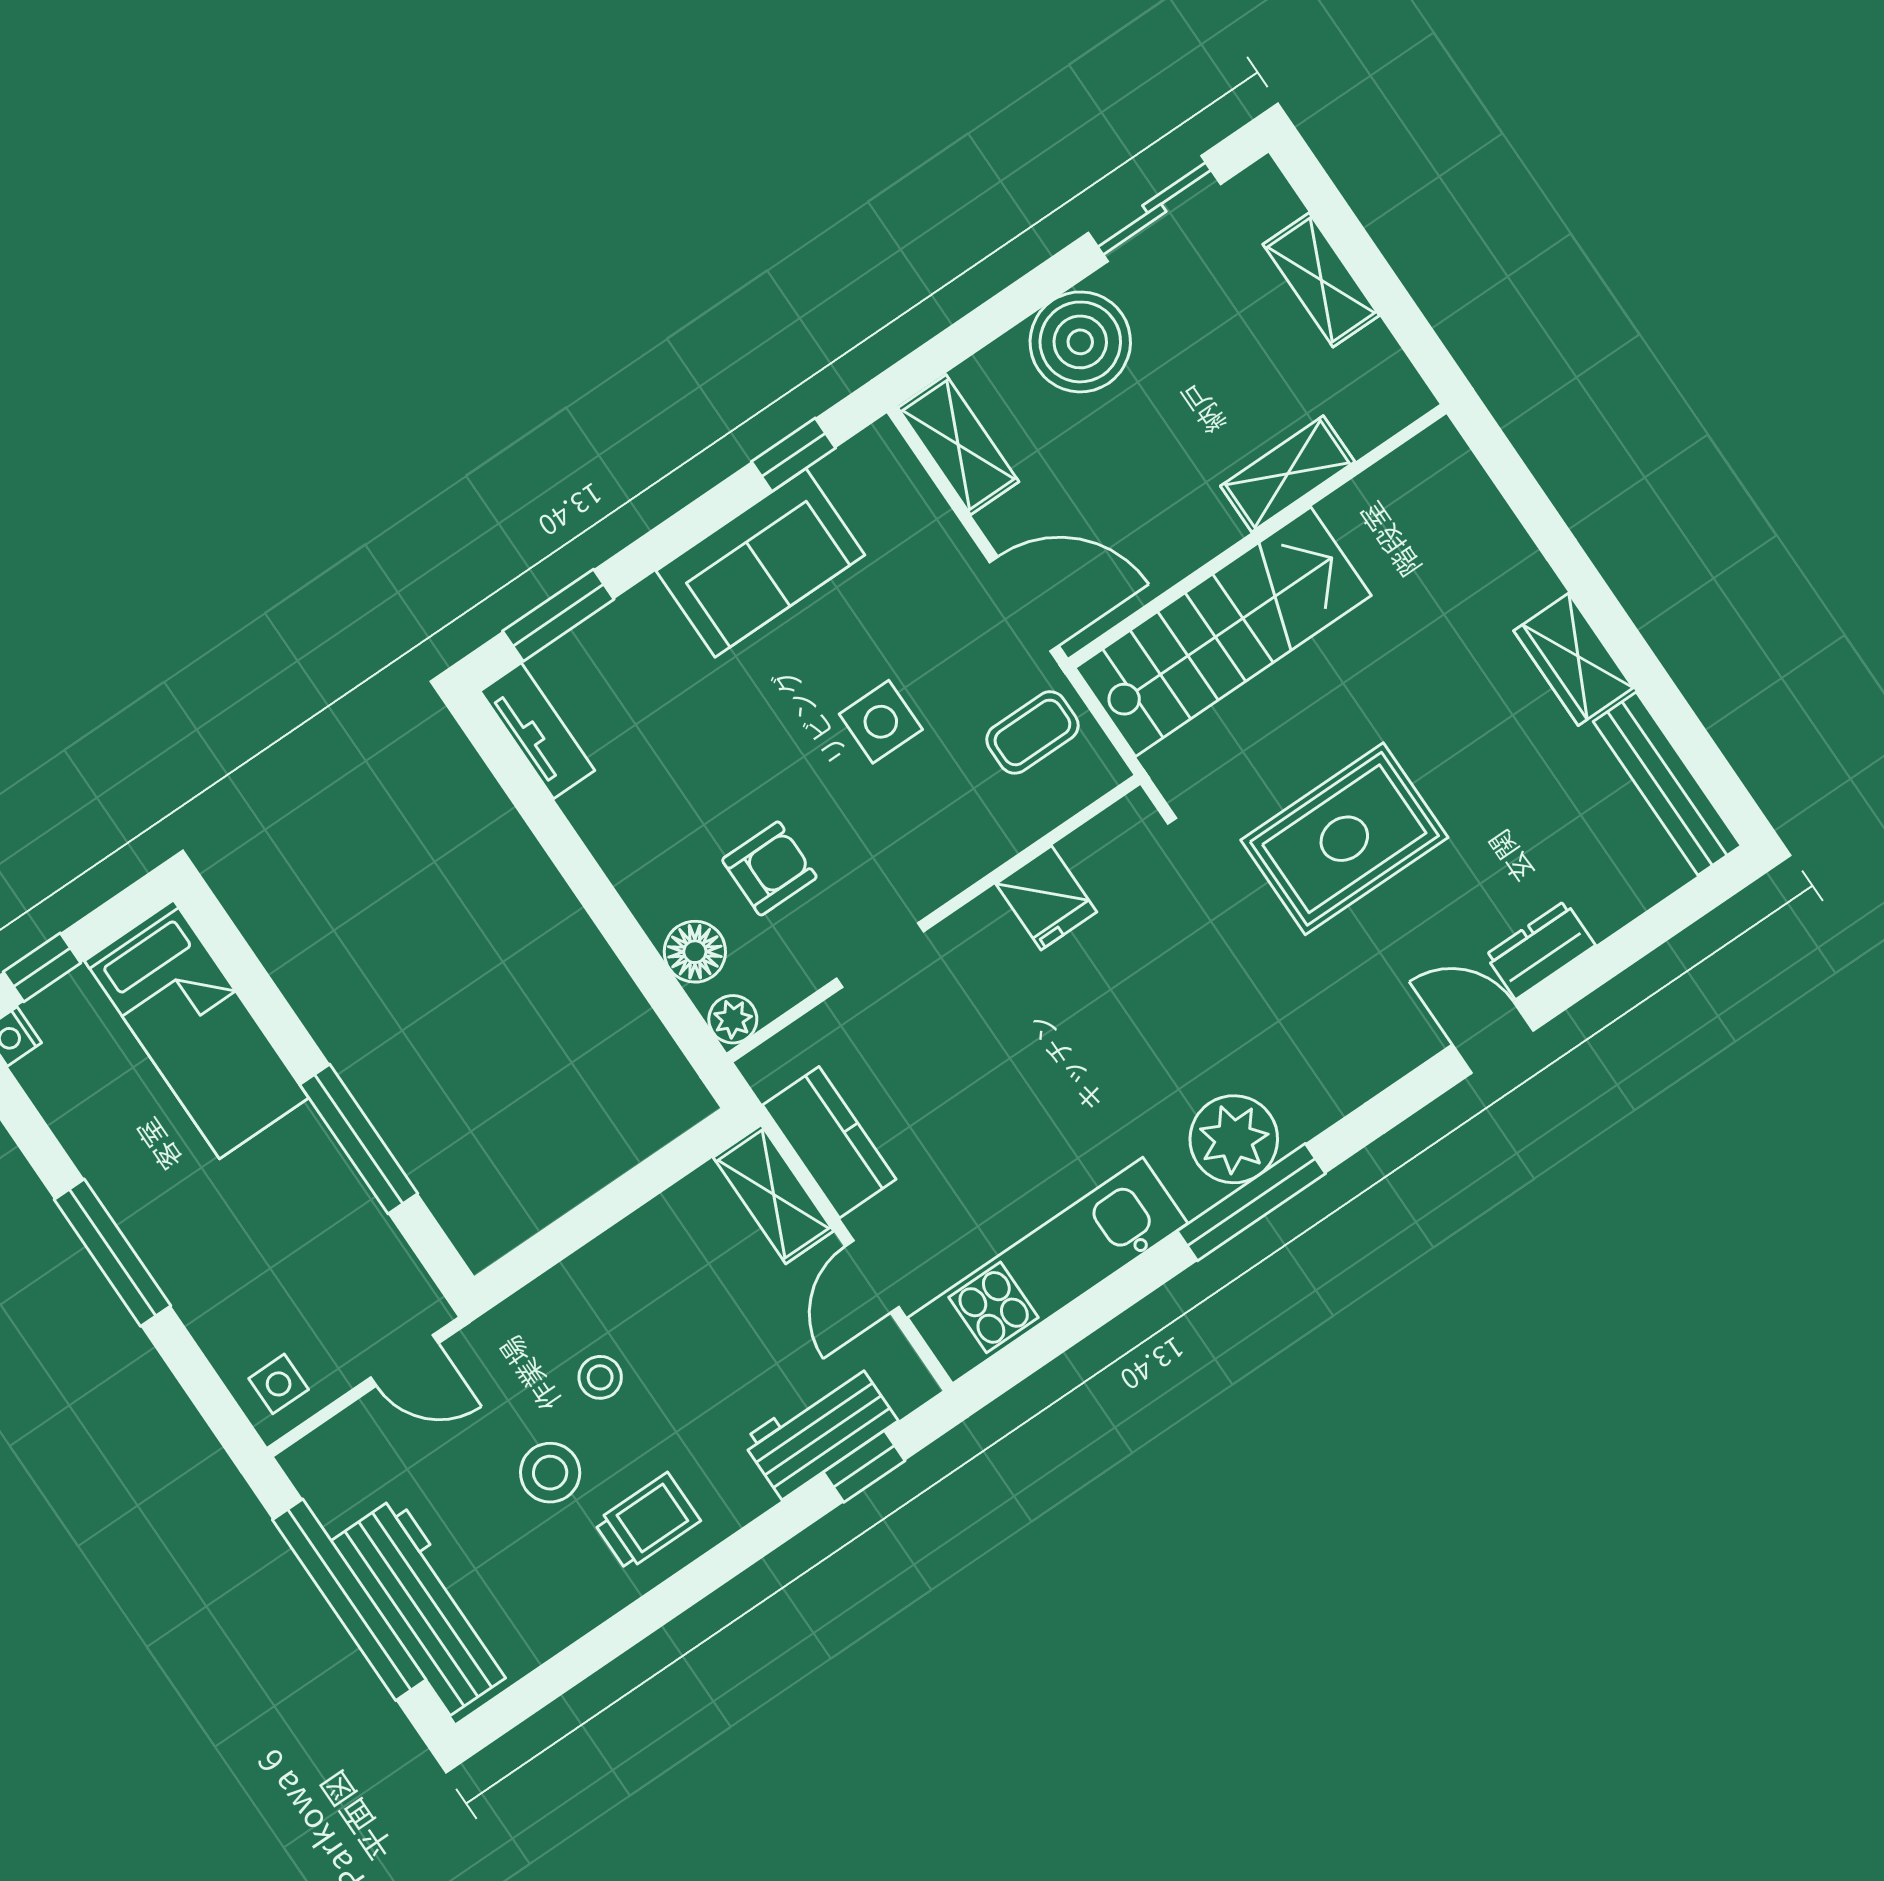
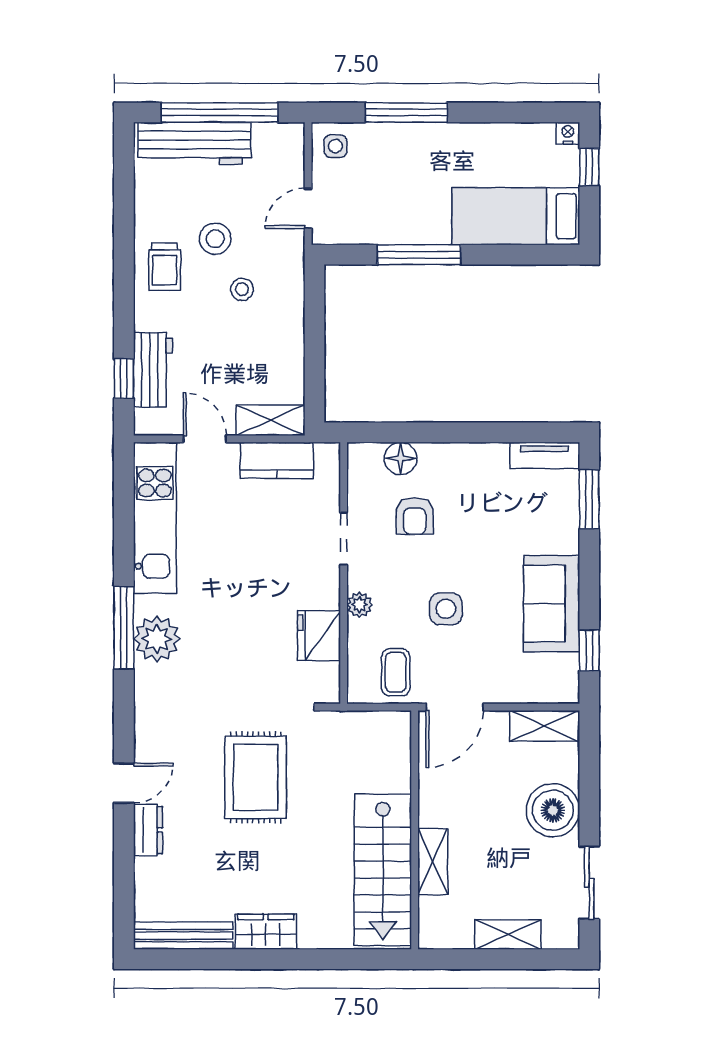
stairs: (1223, 632) -> (383, 870), moved
fridge: (1046, 898) -> (319, 636), width x1.38
plant: (733, 1019) -> (360, 605), moved
window: (112, 1253) -> (406, 112), moved

